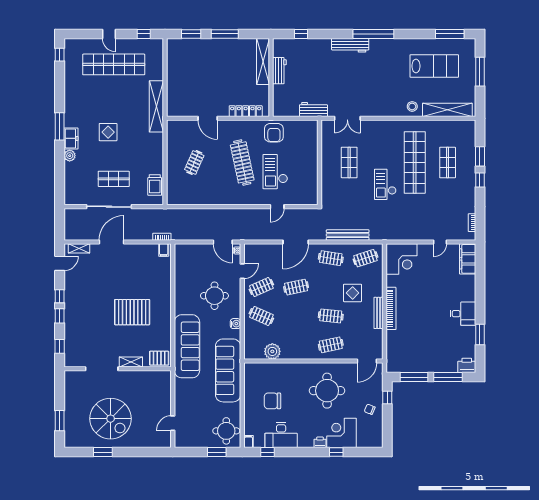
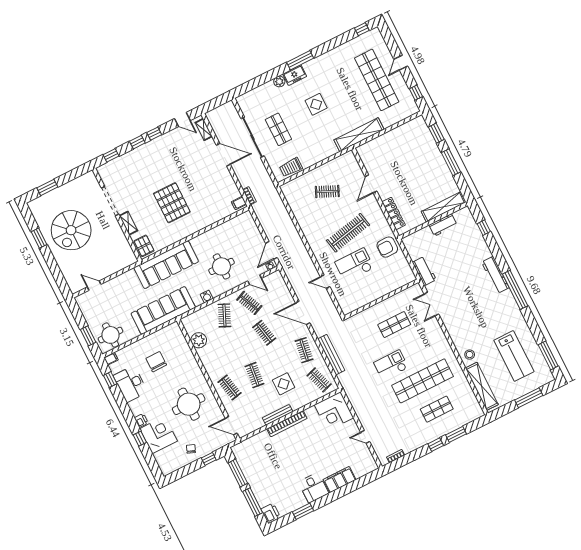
filing cabinet: (468, 259) -> (339, 480), moved

